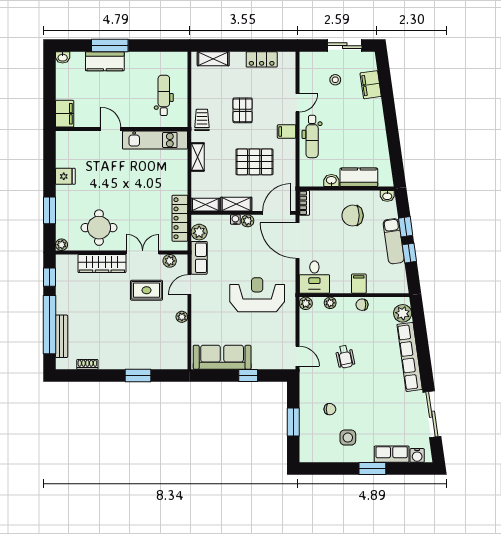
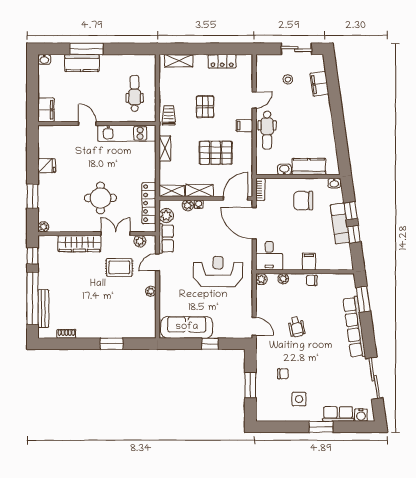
plant: (248, 221) -> (188, 205), moved
round table: (99, 228) -> (100, 198), moved
plant: (403, 313) -> (348, 288), removed
window: (420, 326) -> (363, 299), added

